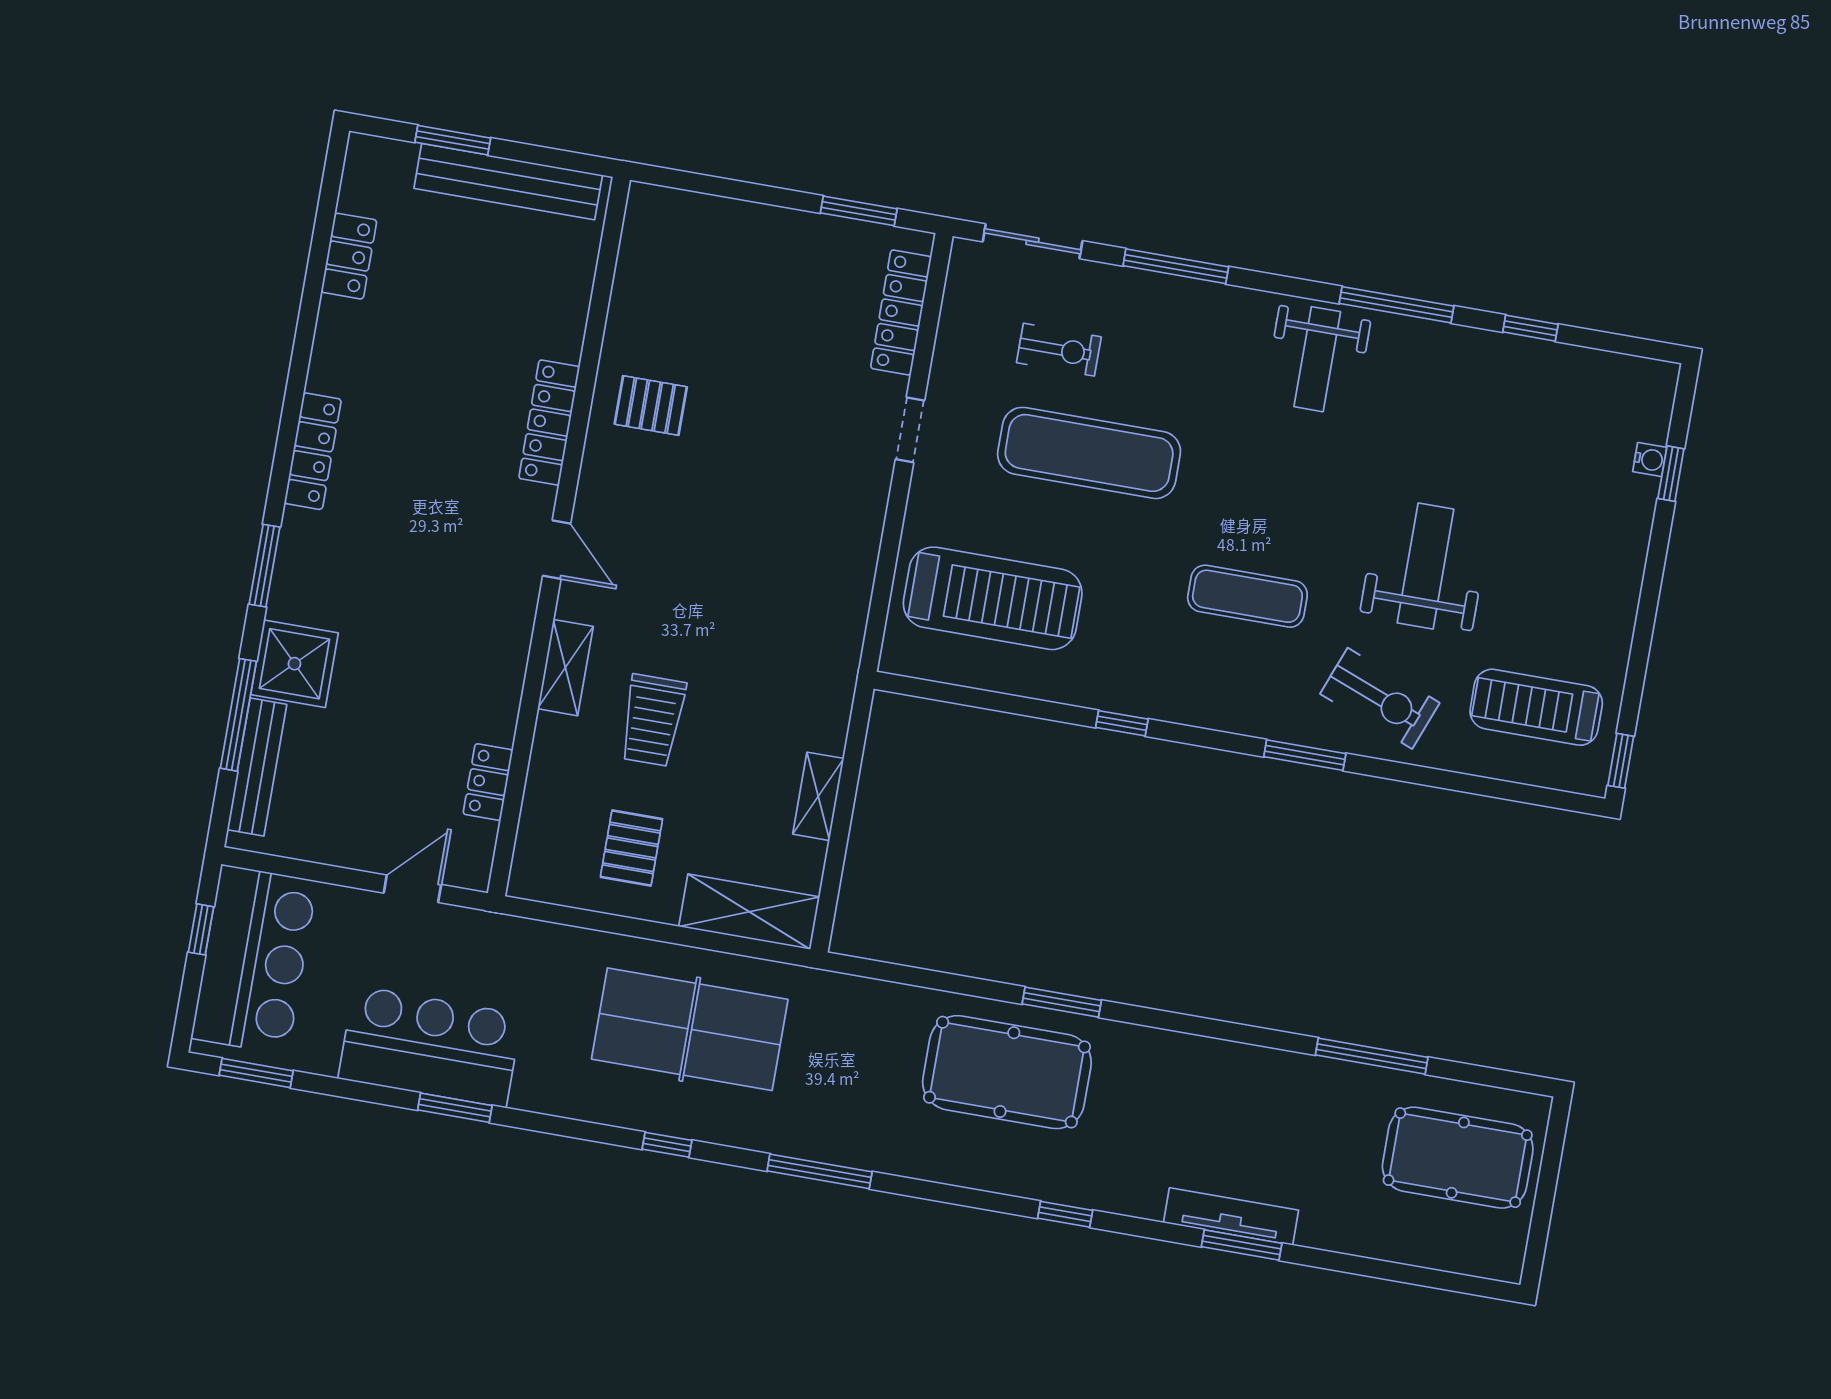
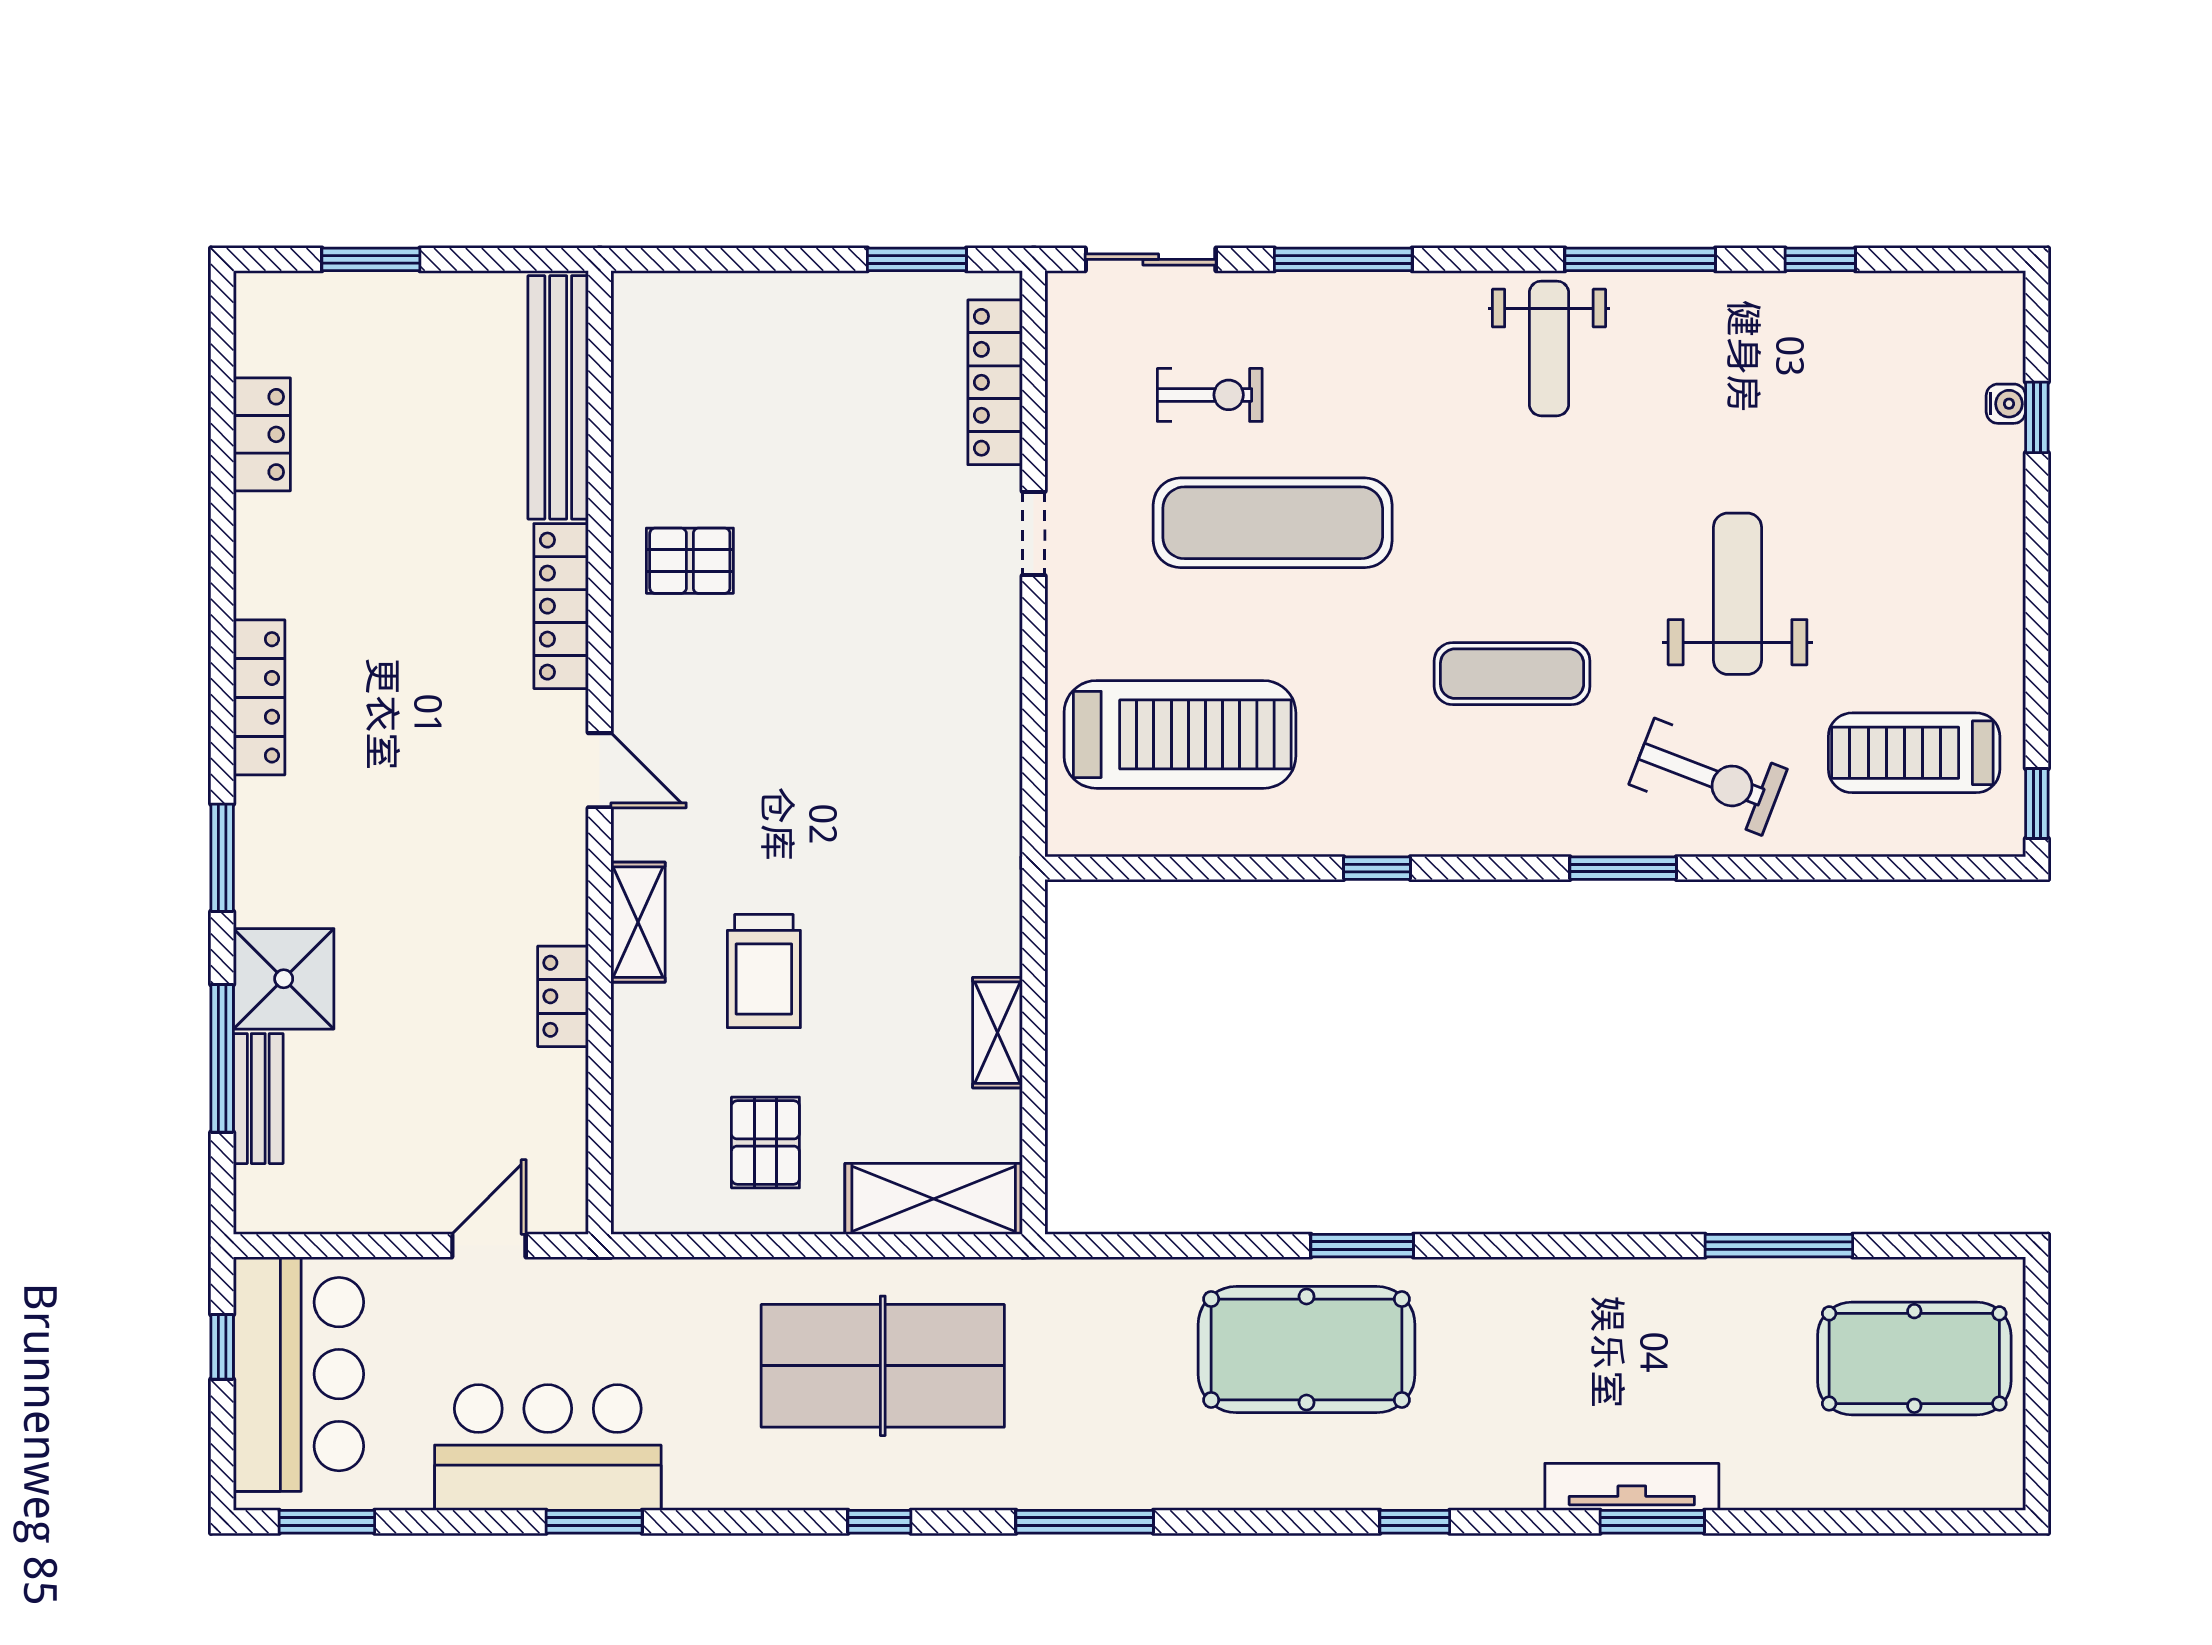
bench: (508, 182) -> (558, 397), moved, turned 90
bench: (257, 767) -> (258, 1099), width x0.73
locker: (488, 782) -> (563, 996), moved

